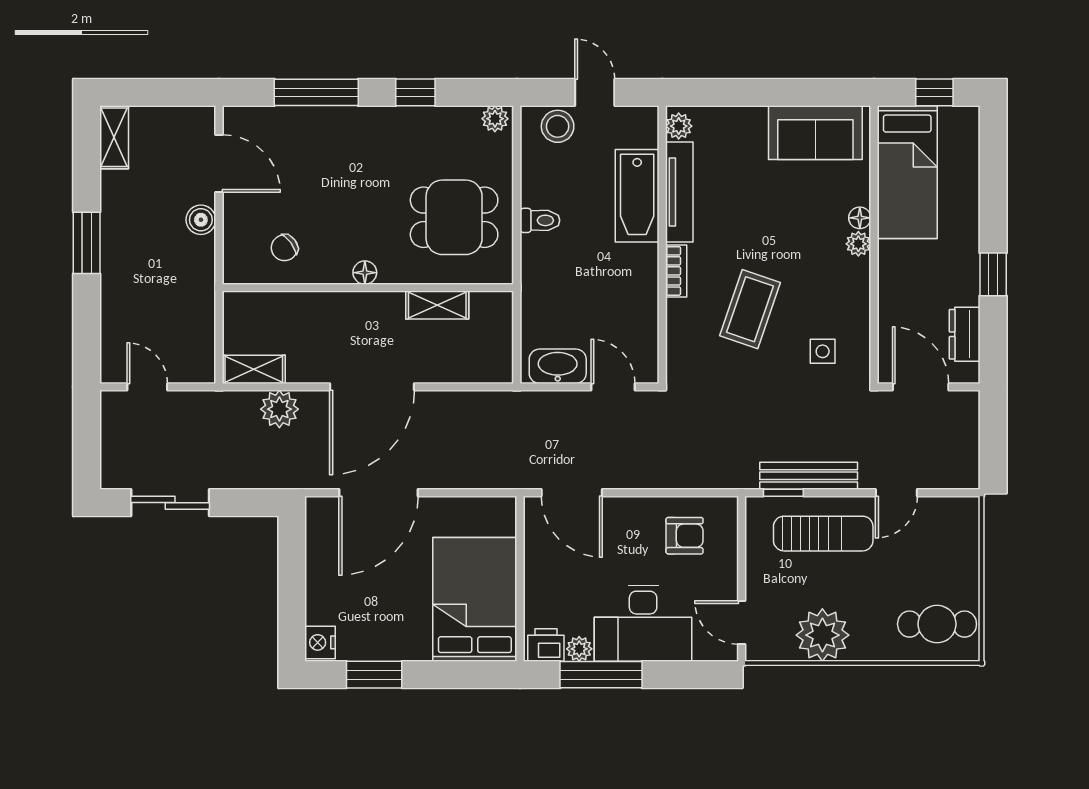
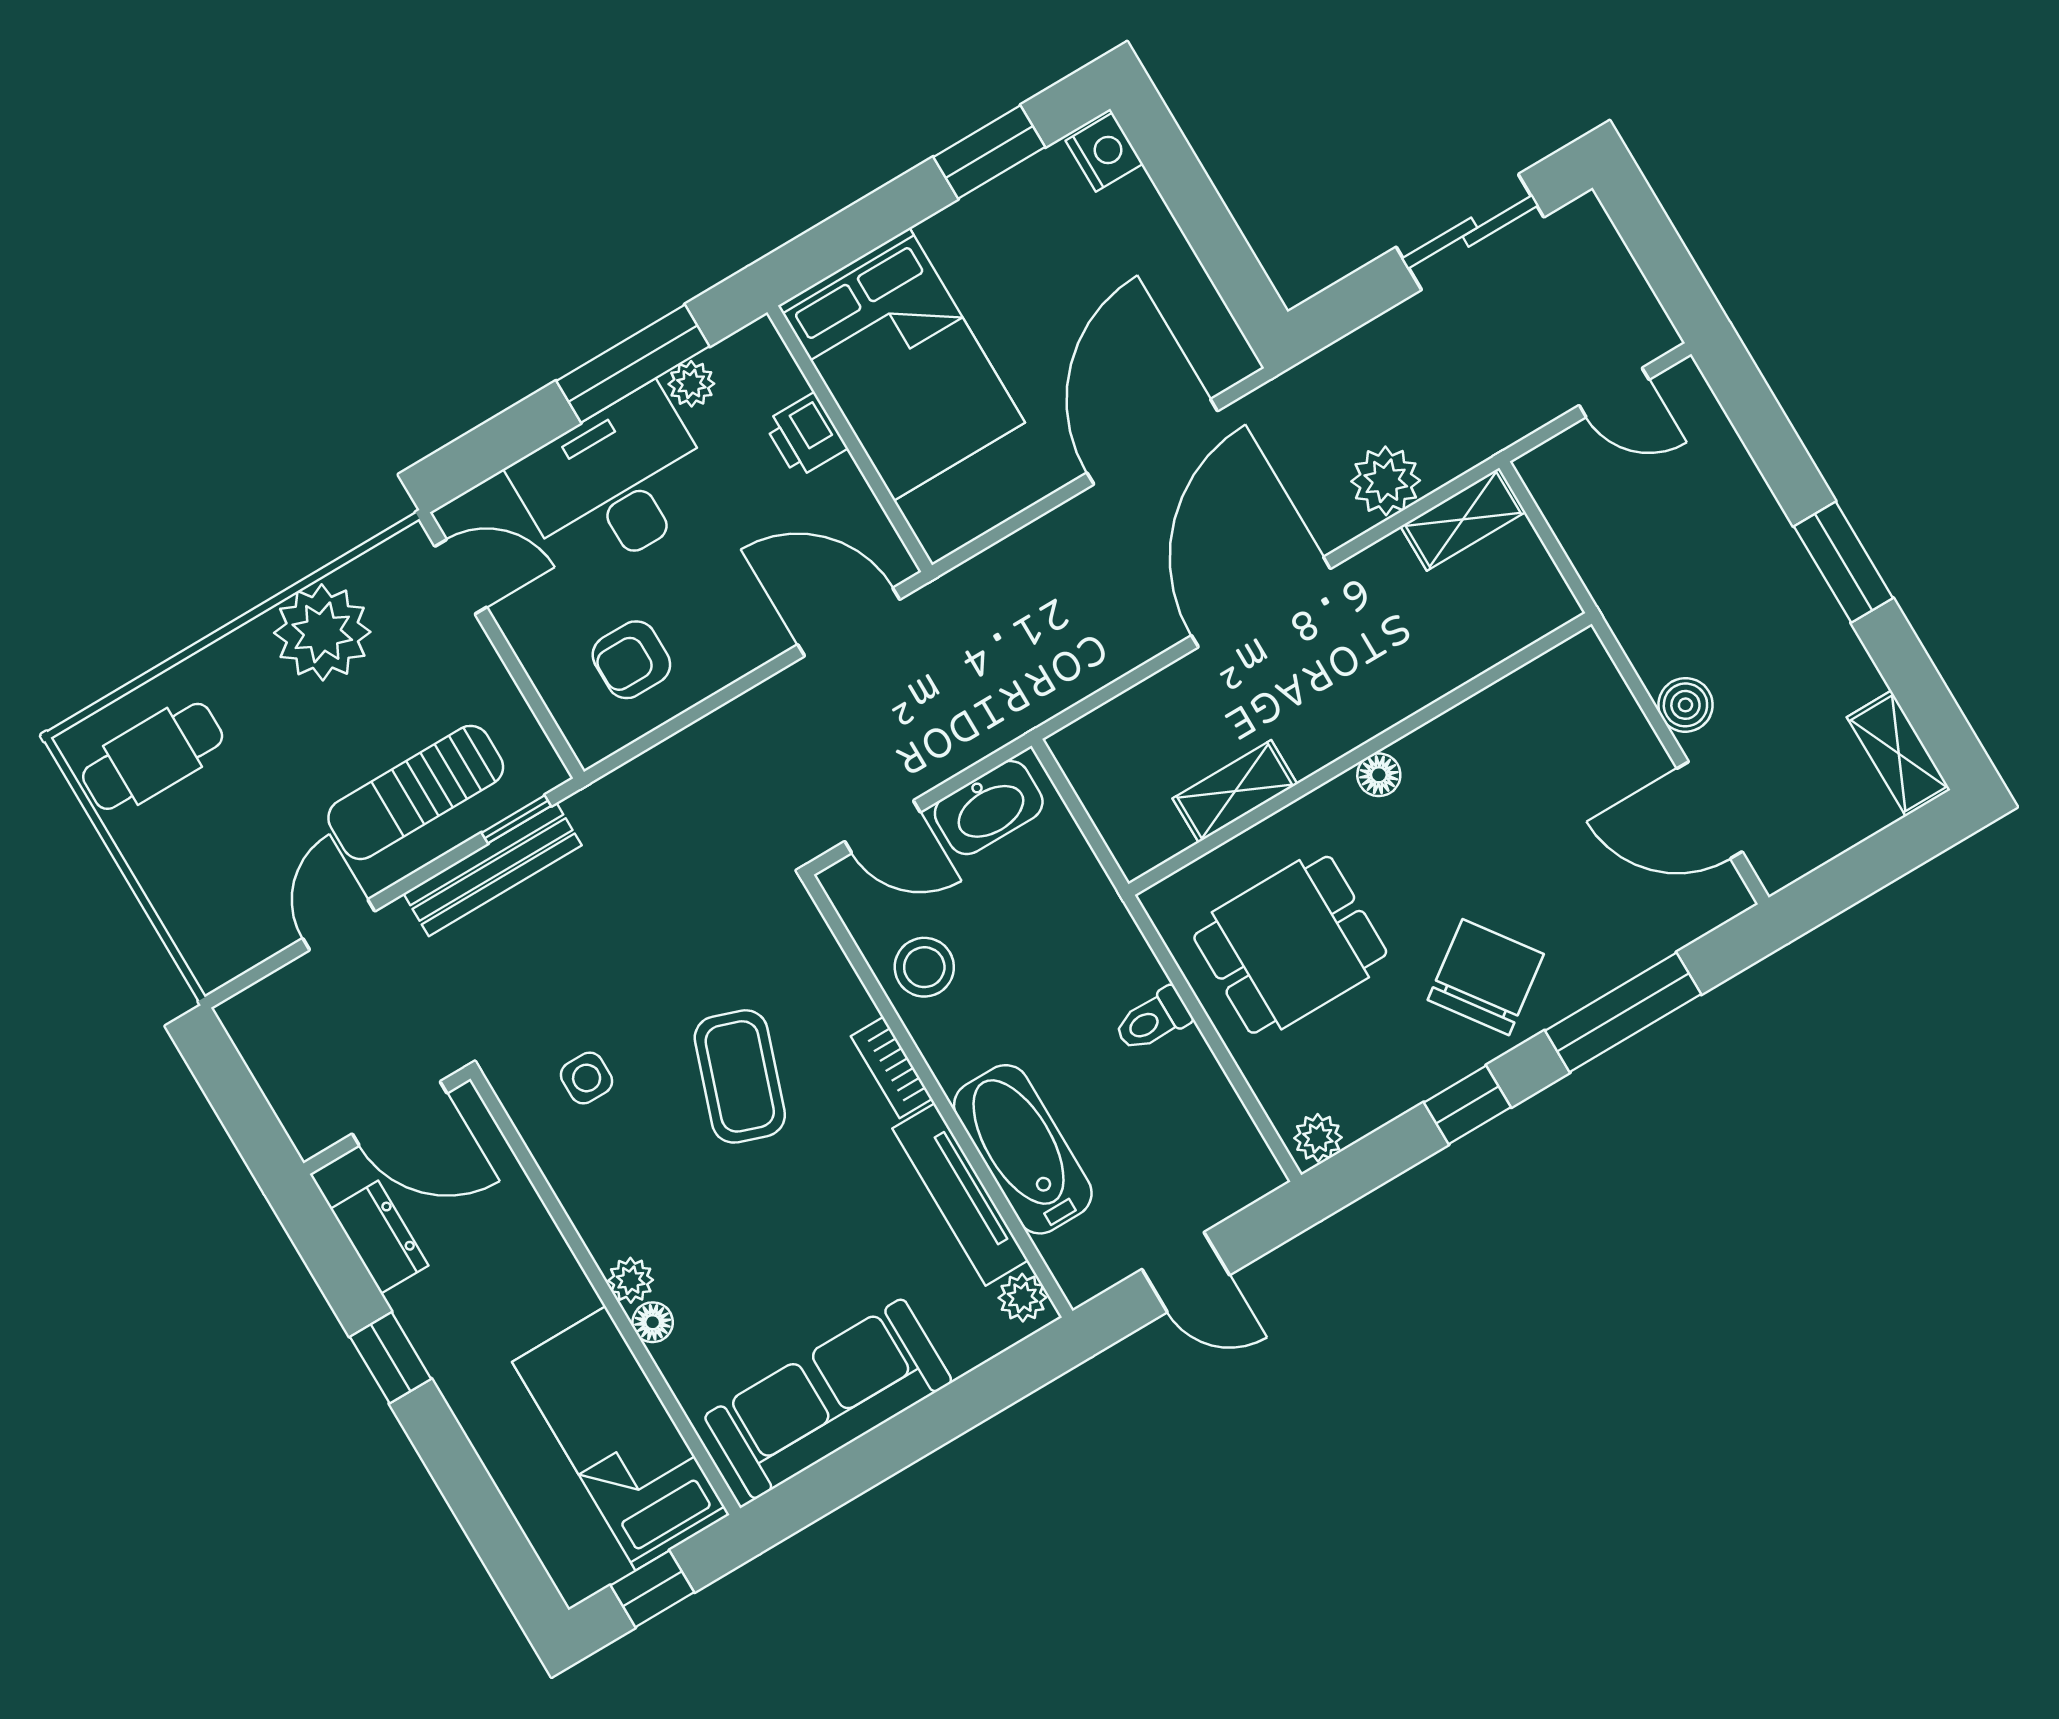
stool: (558, 126) -> (924, 967), moved
sofa: (815, 133) -> (828, 1399), width x1.36
chair: (284, 248) -> (1486, 977), moved, width x1.87, depth x1.87
printer: (546, 645) -> (806, 435), moved, turned 90

